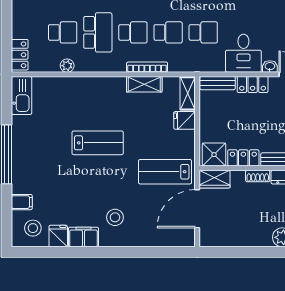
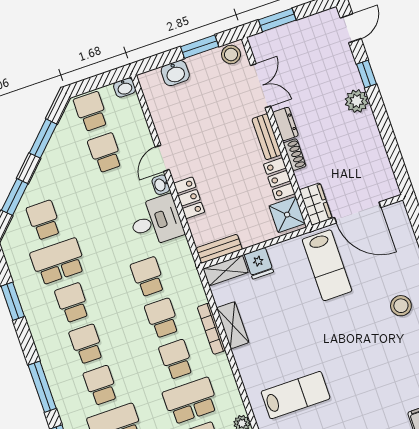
bench: (218, 83) -> (219, 249), moved, turned 90
lab bench: (98, 143) -> (296, 395), moved, turned 90

